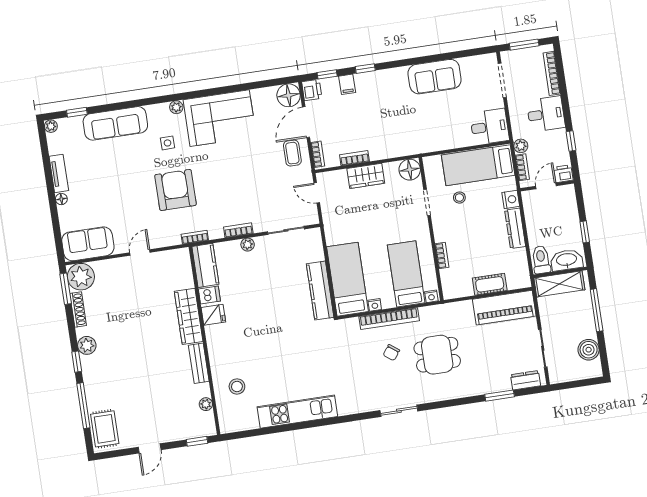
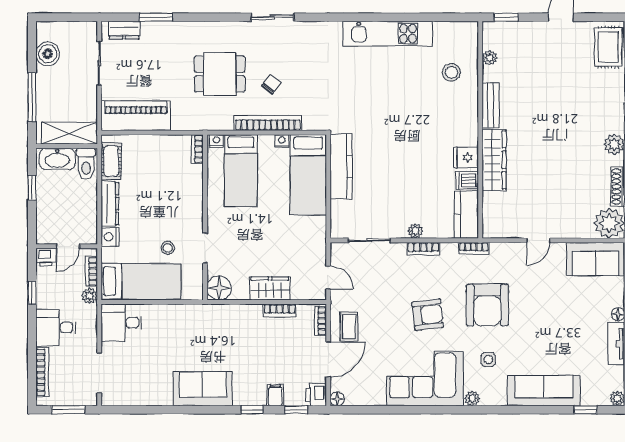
sofa: (435, 77) -> (203, 389), moved
floor lamp: (289, 95) -> (337, 399), width x0.53, depth x0.53
armchair: (226, 174) -> (428, 315), added
bookcase: (442, 255) -> (197, 149), moved
cot: (490, 284) -> (111, 161), moved, turned 90

